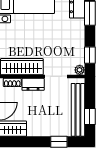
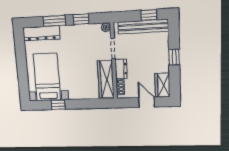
window: (90, 55) -> (81, 19), moved
window: (59, 142) -> (174, 57), moved

